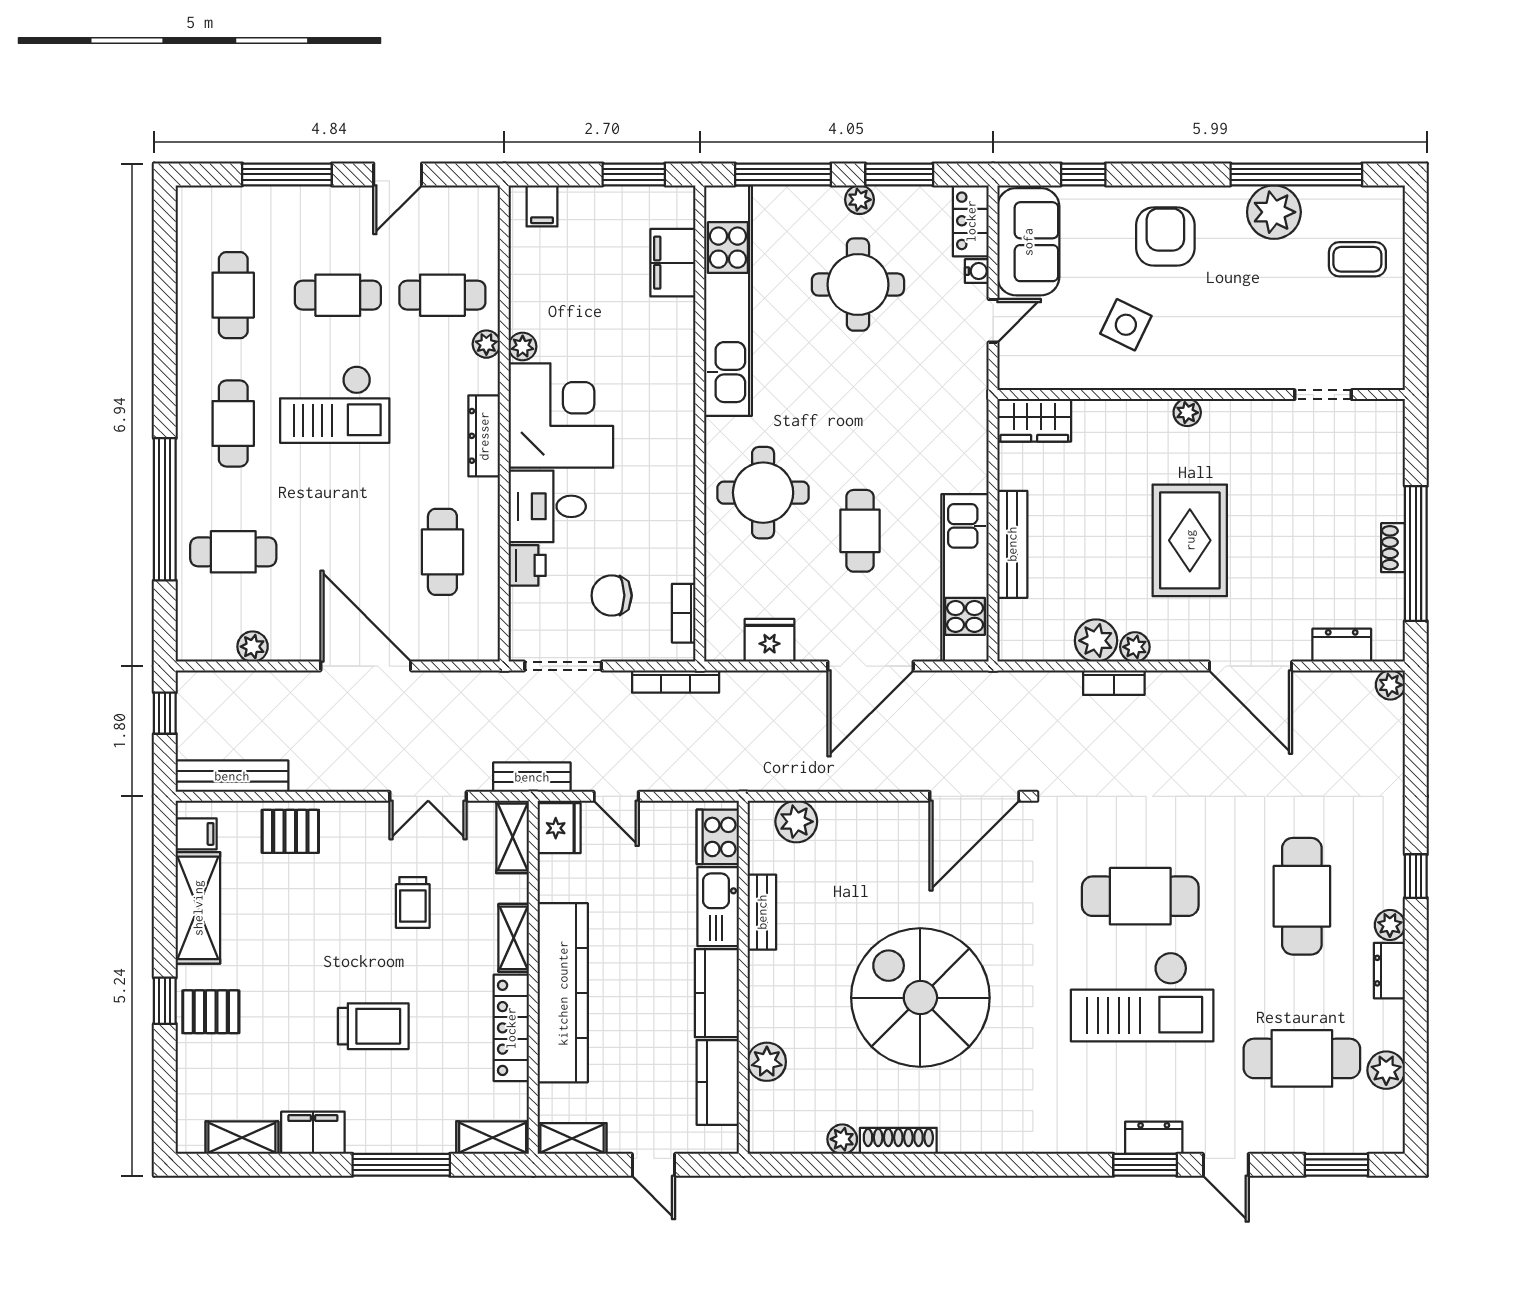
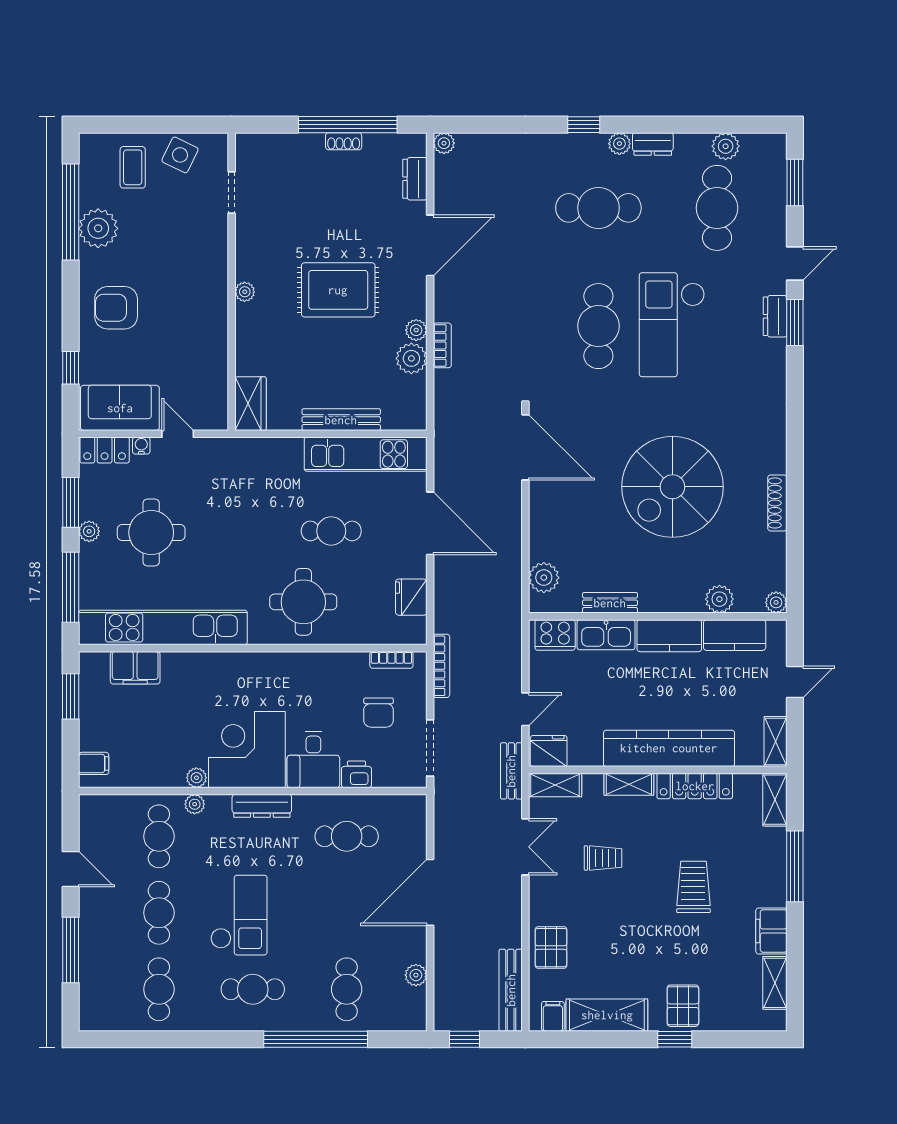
cafe table: (233, 295) -> (159, 989), turned 90
side table: (1126, 325) -> (180, 155), moved
checkout: (1142, 997) -> (672, 325), turned 180
plant: (842, 1139) -> (776, 602), moved

